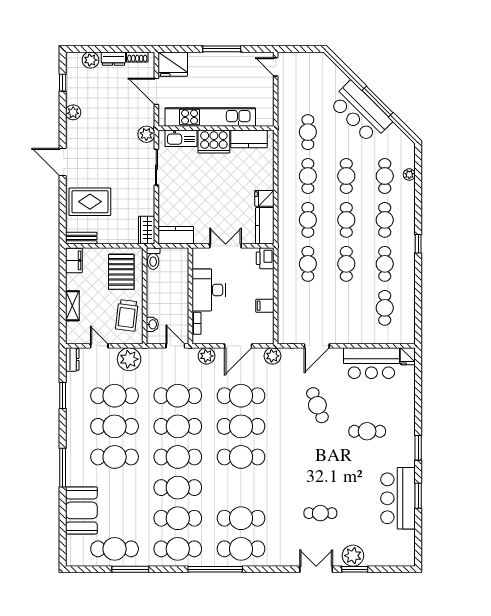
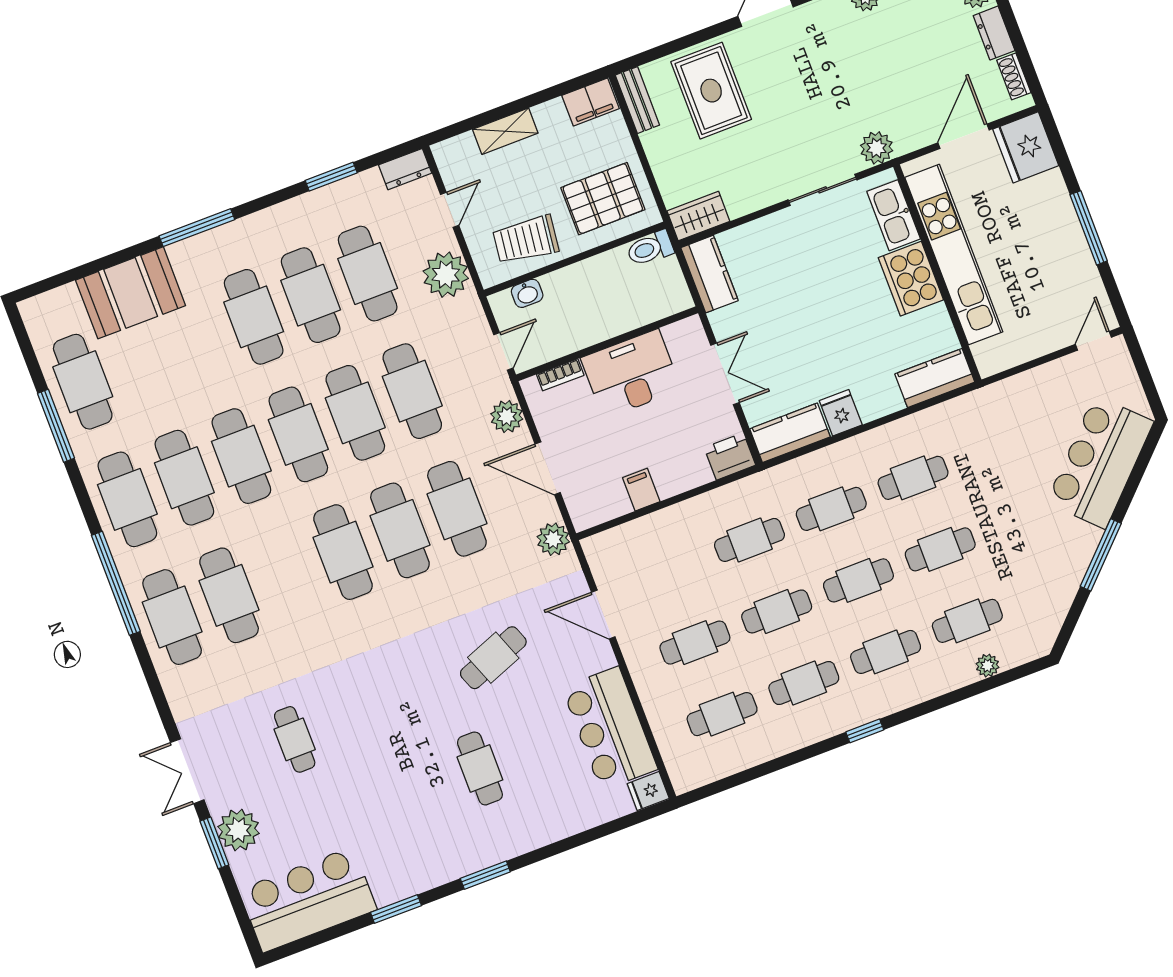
bar counter: (360, 112) -> (1100, 462), moved
cafe table: (308, 132) -> (695, 643), moved
kitchen counter: (249, 139) -> (935, 378), moved, turned 90
bar counter: (398, 498) -> (308, 900), moved
double door: (316, 569) -> (187, 771), swing flipped

